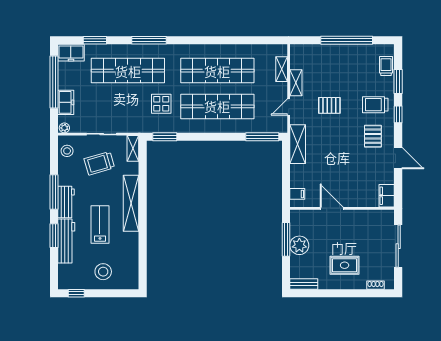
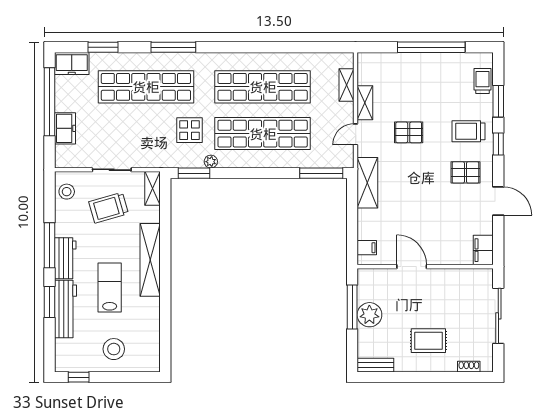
plant: (64, 128) -> (211, 162), moved
pallet: (373, 136) -> (465, 172), turned 90

